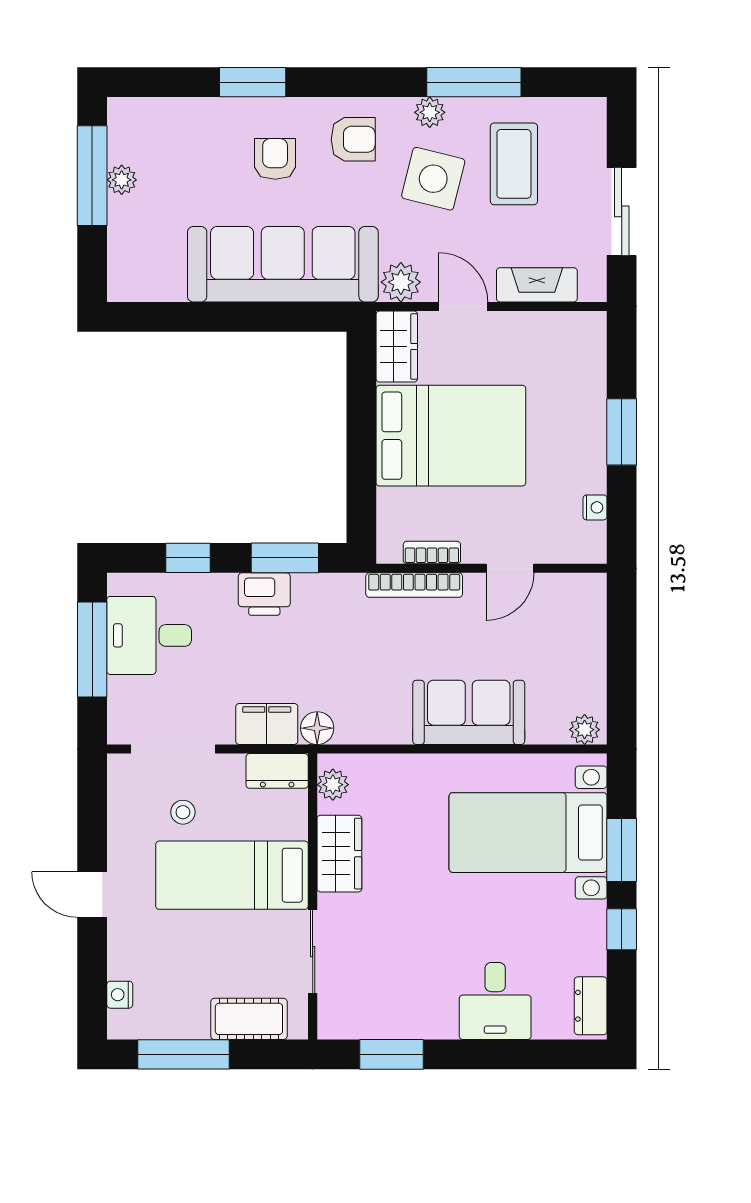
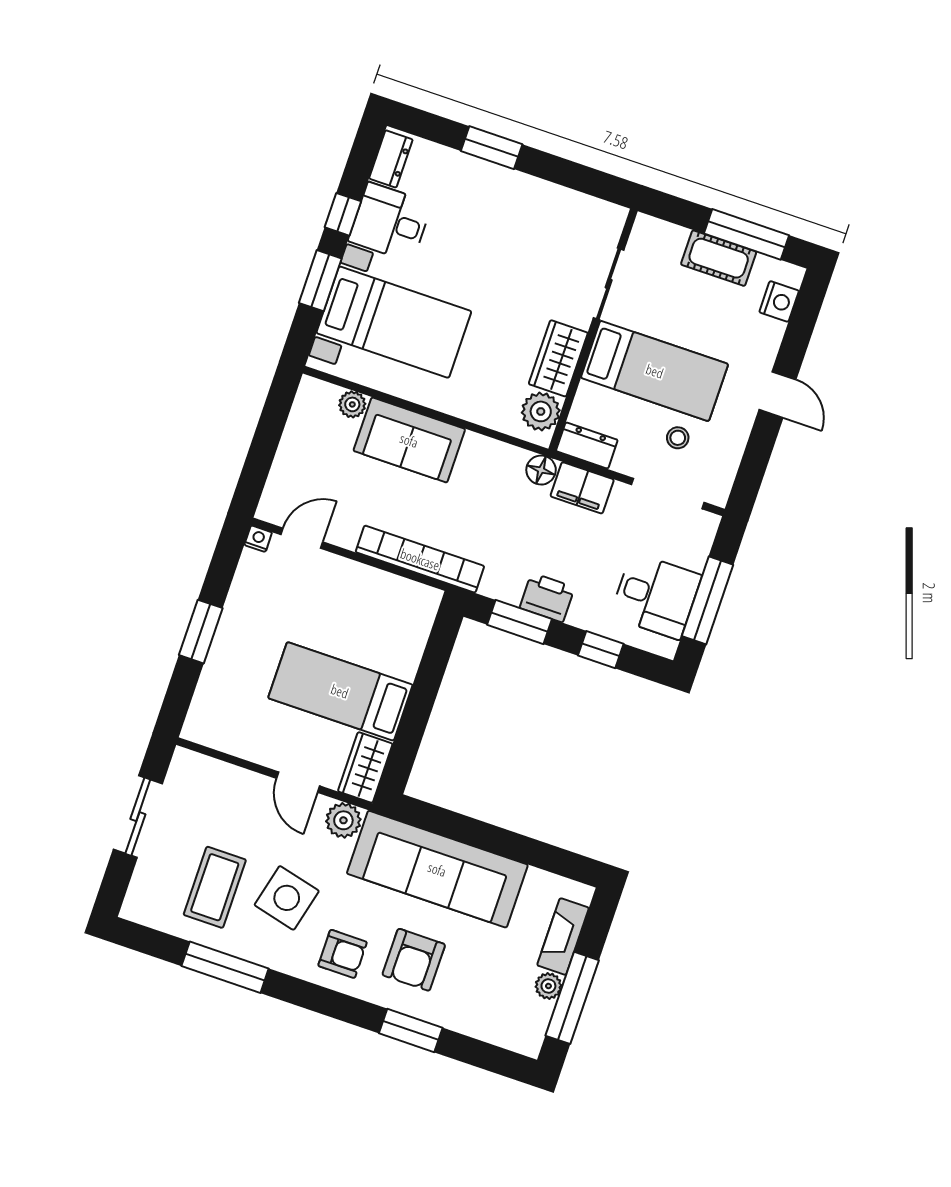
plant: (430, 112) -> (271, 955), removed
armchair: (353, 139) -> (343, 954), turned 180
armchair: (275, 159) -> (414, 960), width x1.38, depth x1.38
fireplace: (537, 285) -> (563, 937), moved, turned 90
bed: (451, 436) -> (340, 691), width x0.67
nightstand: (595, 507) -> (258, 539), moved, turned 90
bookcase: (432, 552) -> (395, 585), removed
door: (510, 568) -> (302, 538), moved
bookcase: (414, 585) -> (420, 559), width x1.48, depth x1.31
plant: (585, 730) -> (352, 404), moved
plant: (333, 785) -> (541, 411), width x1.38, depth x1.38
nightstand: (120, 995) -> (779, 301), width x1.39, depth x1.35
desk: (495, 1001) -> (390, 222), moved, turned -90
cot: (249, 1019) -> (719, 258), moved
window: (392, 1054) -> (492, 148), moved

